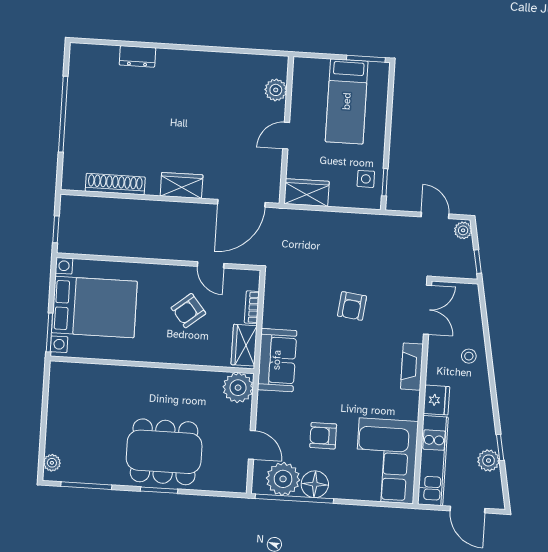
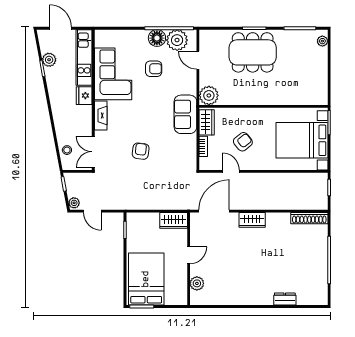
bed: (347, 101) -> (146, 279), width x1.50
side table: (366, 179) -> (137, 231), removed
shoe rack: (115, 184) -> (309, 218), moved
stool: (469, 356) -> (67, 150), moved
corner sofa: (386, 461) -> (113, 74), moved

